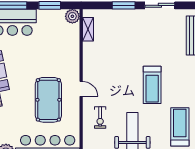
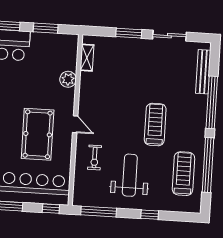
plant: (72, 16) -> (68, 79), moved
treadmill: (152, 85) -> (155, 125), turned 180

